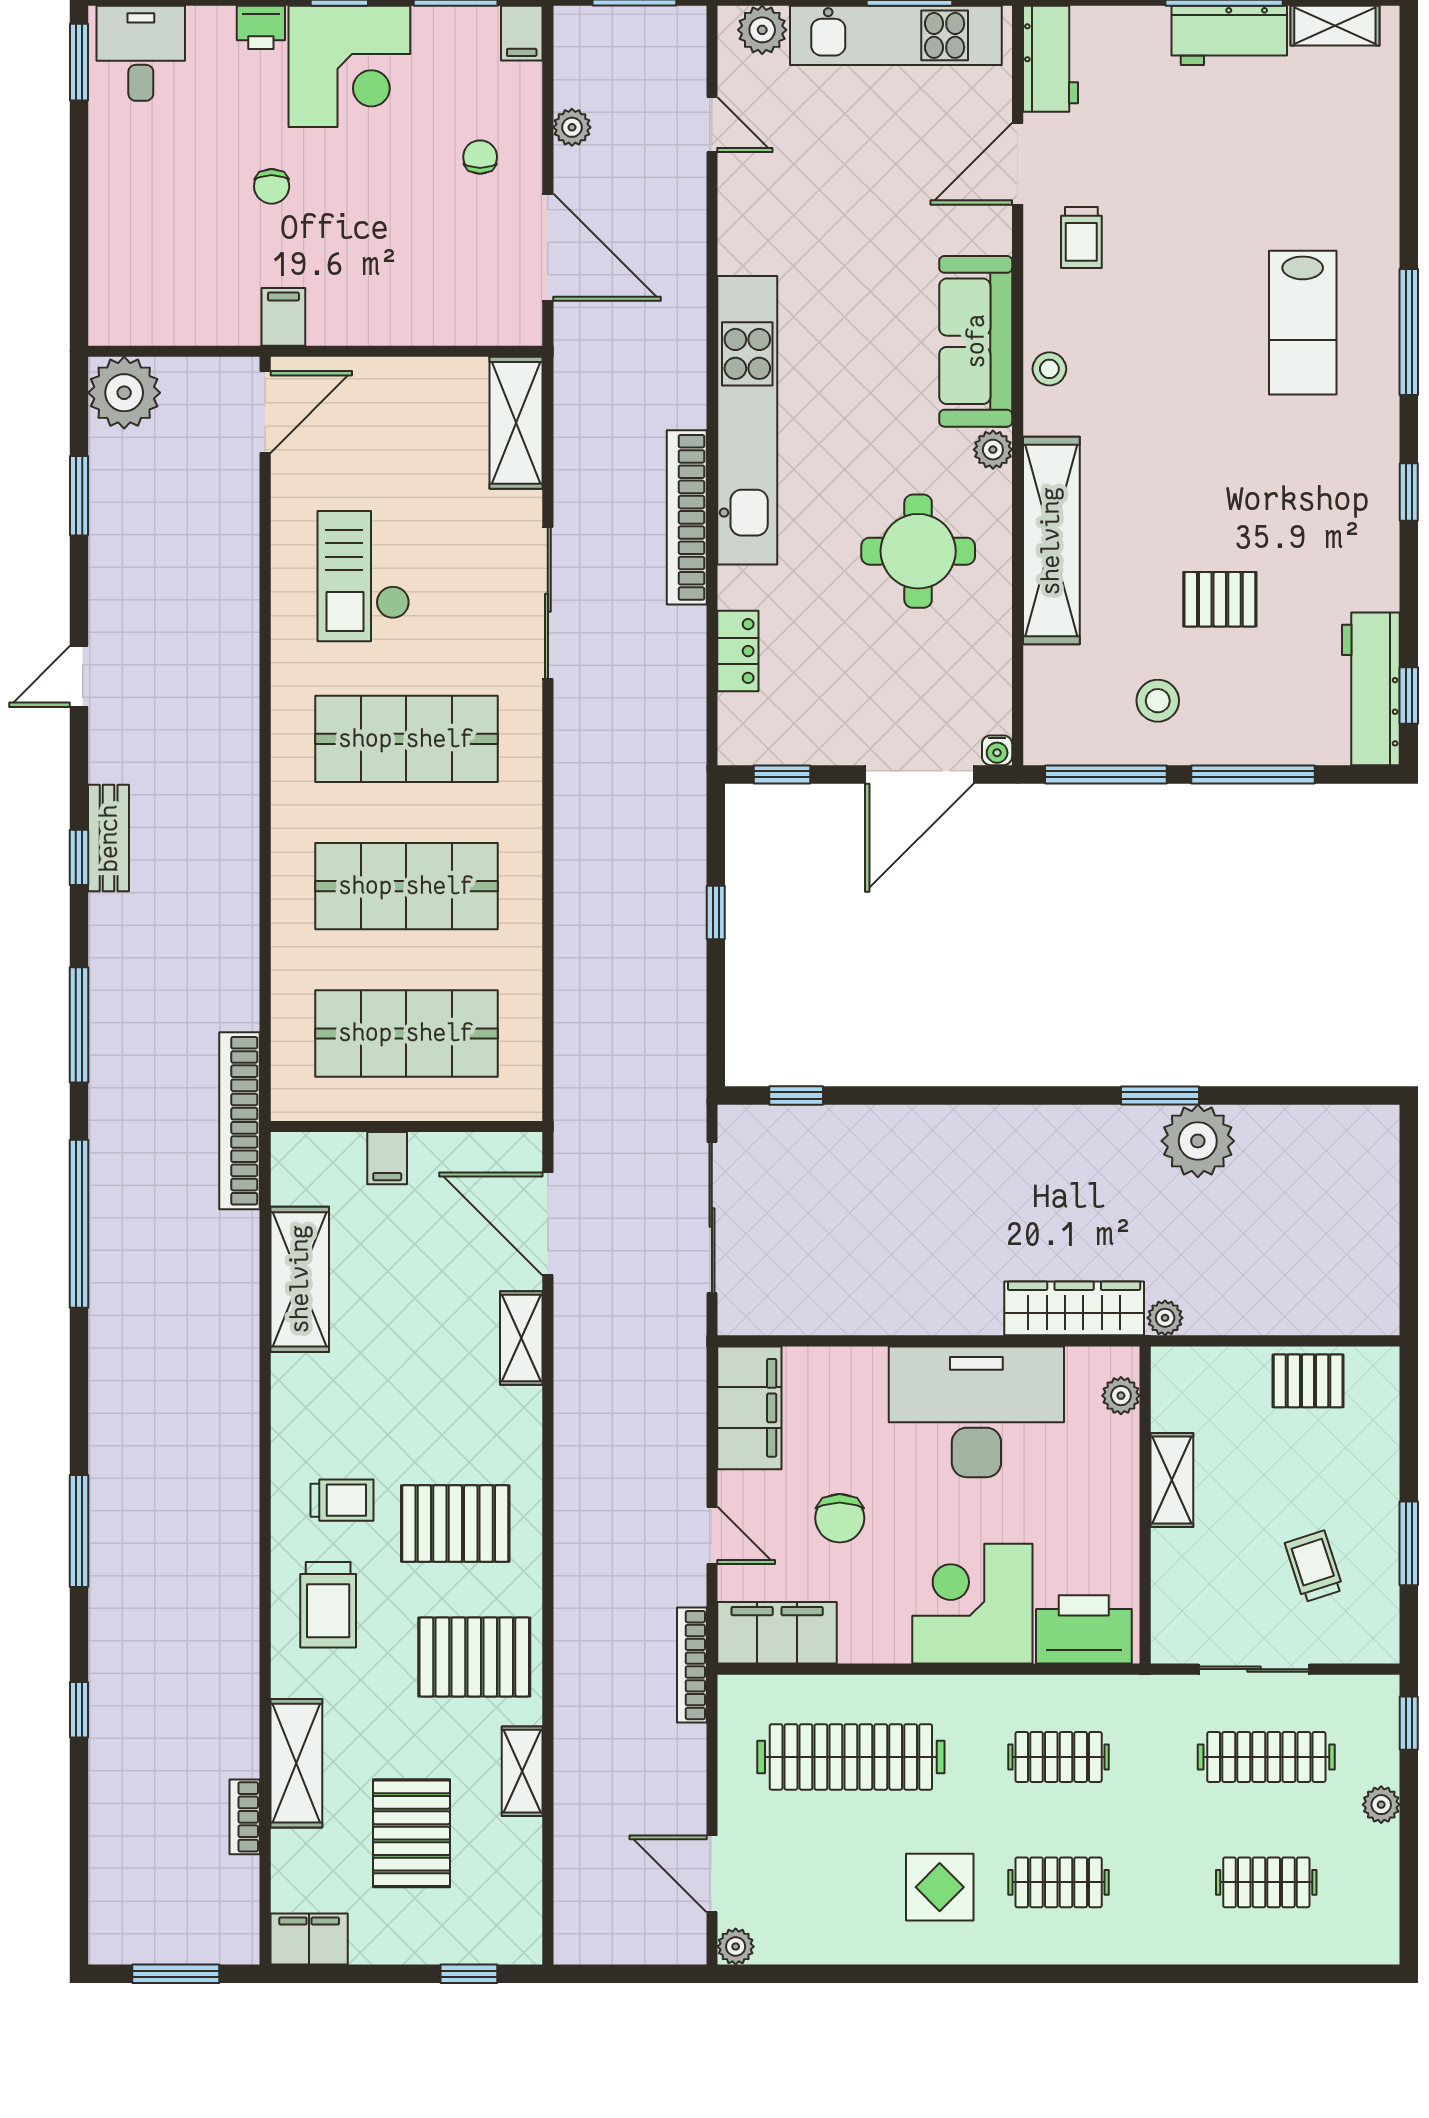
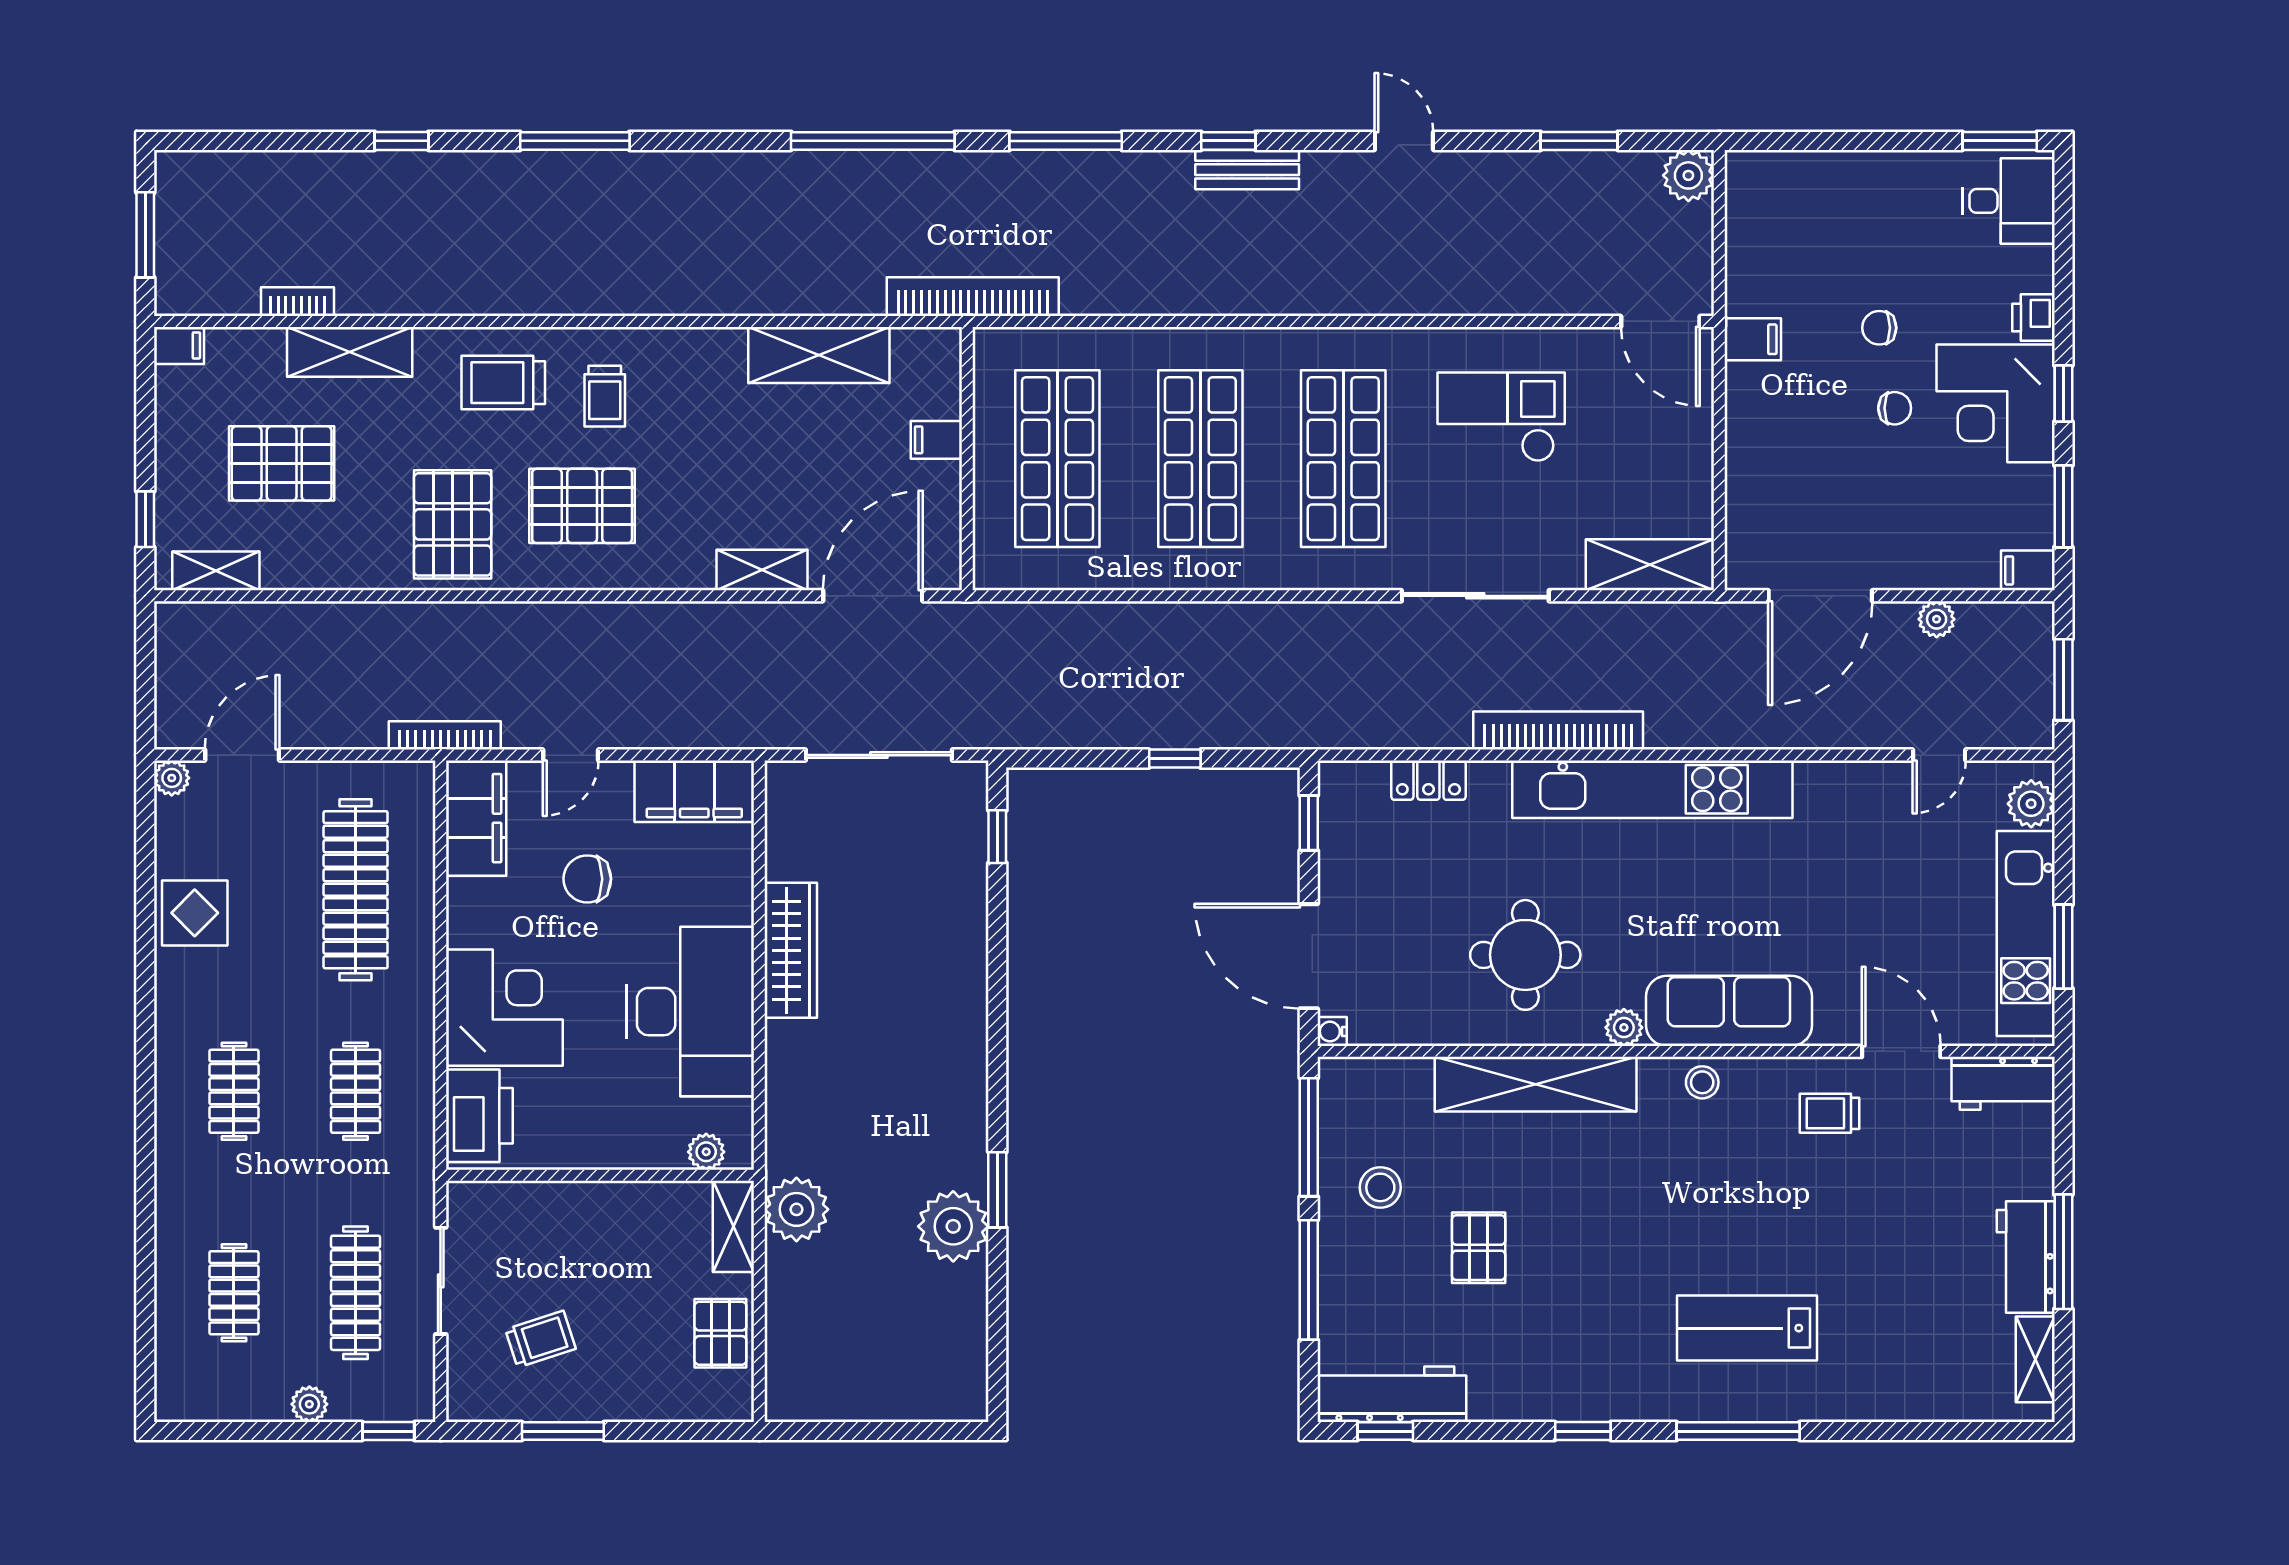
chair: (480, 157) -> (1895, 408), moved
plant: (124, 393) -> (1688, 175), width x0.73, depth x0.73
wardrobe: (1074, 1308) -> (791, 950), moved
plant: (1165, 1318) -> (796, 1209), width x1.88, depth x1.88
shelving: (1172, 1480) -> (733, 1226), moved, turned 90
pallet: (455, 1524) -> (582, 506), turned 90
shelving: (522, 1771) -> (216, 571), moved
display table: (940, 1887) -> (195, 913), moved
filing cabinet: (309, 1939) -> (179, 345), width x0.50

